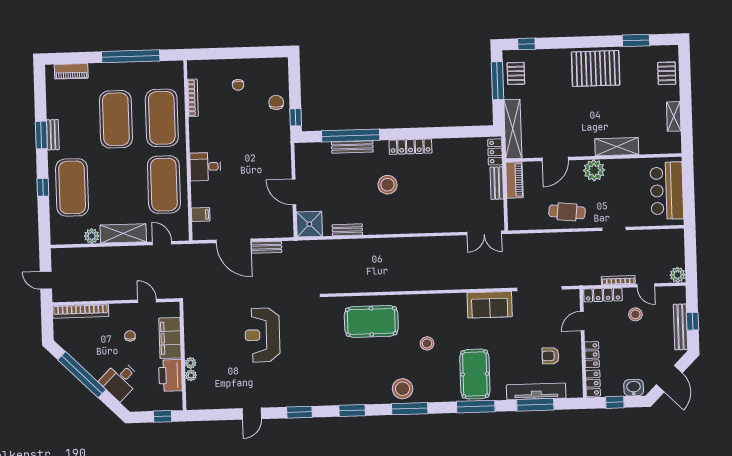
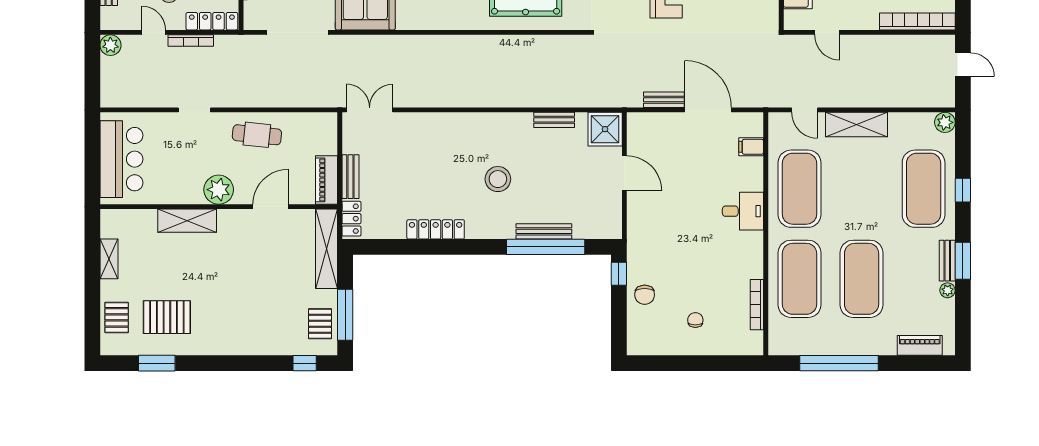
pallet: (596, 68) -> (167, 317), moved, width x0.73, depth x0.71
plant: (52, 113) -> (948, 290), added
locker: (410, 147) -> (436, 229), moved
plant: (92, 236) -> (945, 122), moved

